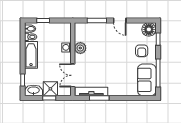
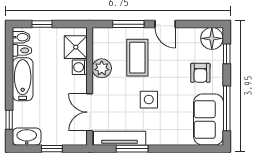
coffee table: (102, 41) -> (137, 58), added
side table: (110, 67) -> (149, 100), added
shower: (50, 89) -> (76, 47), moved

